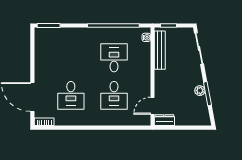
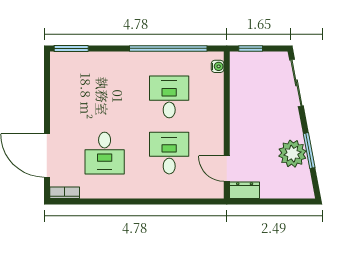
bench: (160, 50) -> (238, 86), removed
plant: (200, 91) -> (292, 154), width x1.87, depth x1.87
desk: (114, 95) -> (169, 153), turned 180
door: (152, 106) -> (227, 169), hinge flipped

